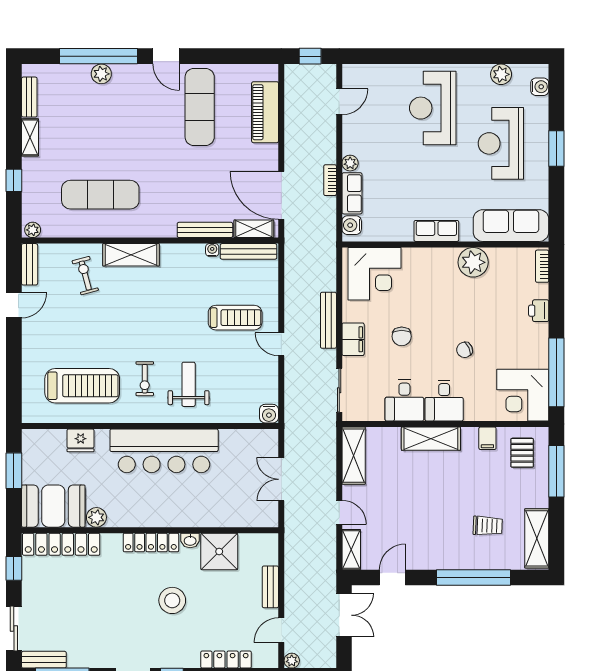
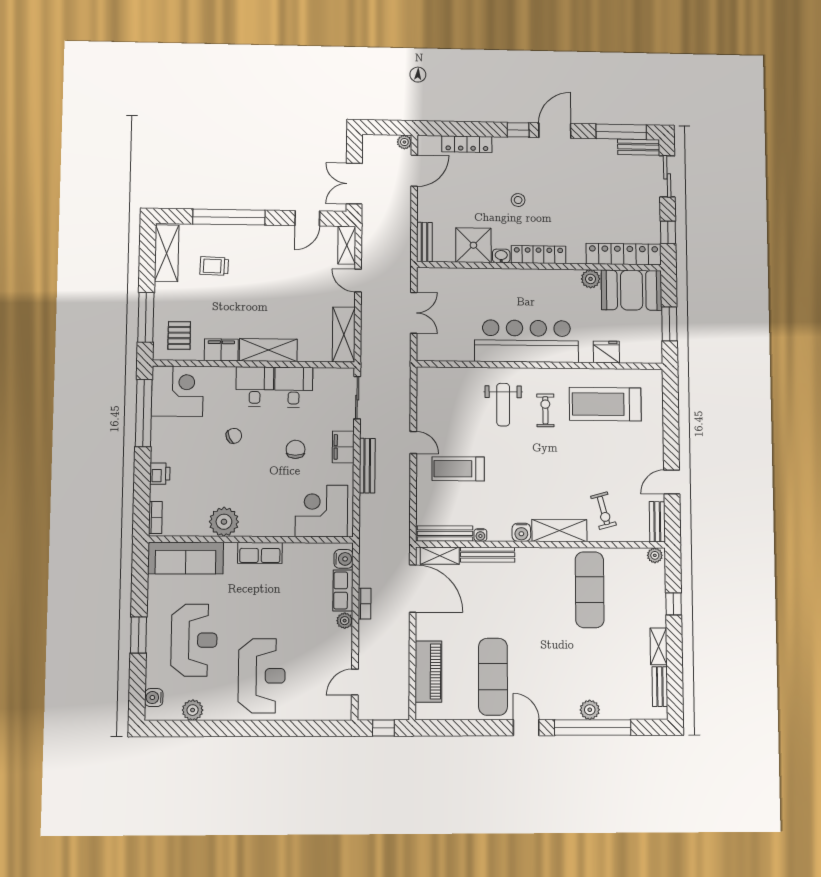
exercise mat: (100, 195) -> (590, 590), turned 90
water cooler: (269, 414) -> (521, 532), moved, turned 180
filing cabinet: (487, 438) -> (221, 350), width x2.00
bench: (270, 587) -> (424, 242), moved
stool: (172, 600) -> (518, 200), width x0.53, depth x0.53
door: (281, 630) -> (414, 171), width x1.38

